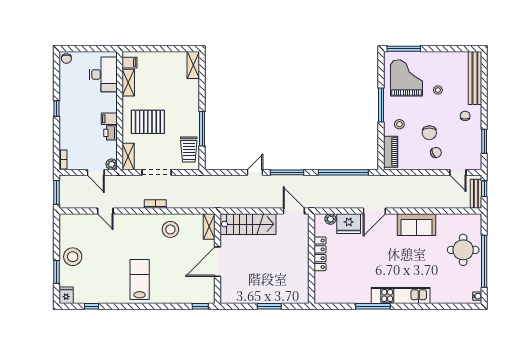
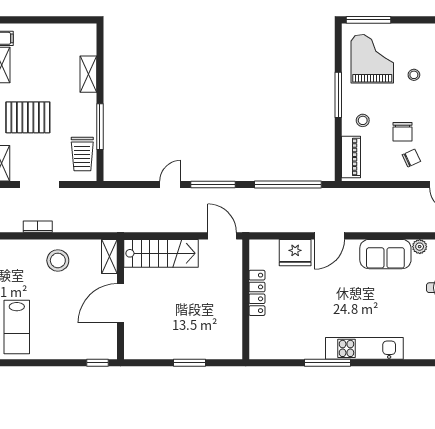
shelving: (193, 65) -> (88, 74), moved
plant: (330, 219) -> (420, 247), moved
lab bench: (140, 279) -> (17, 327), turned 180

